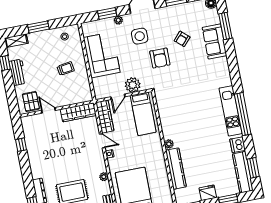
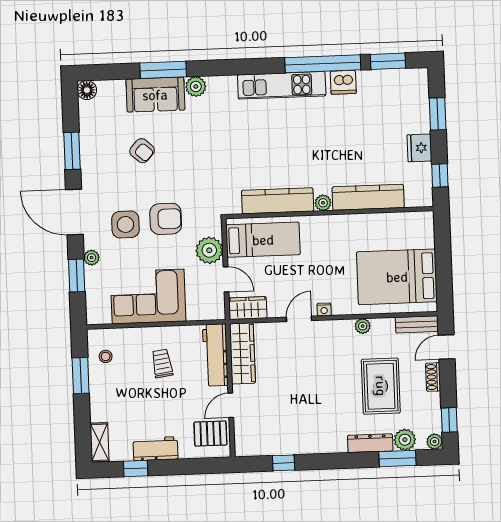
window: (225, 26) -> (163, 70), moved
window: (38, 27) -> (81, 376), moved
armchair: (160, 58) -> (166, 219), moved
plant: (222, 63) -> (196, 87), added
workbench: (75, 97) -> (215, 355), added
window: (243, 114) -> (323, 64), moved
wardrobe: (105, 117) -> (248, 308), width x0.67
kitchen counter: (243, 172) -> (278, 201), moved, turned 180

